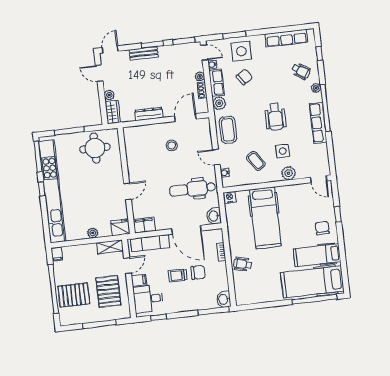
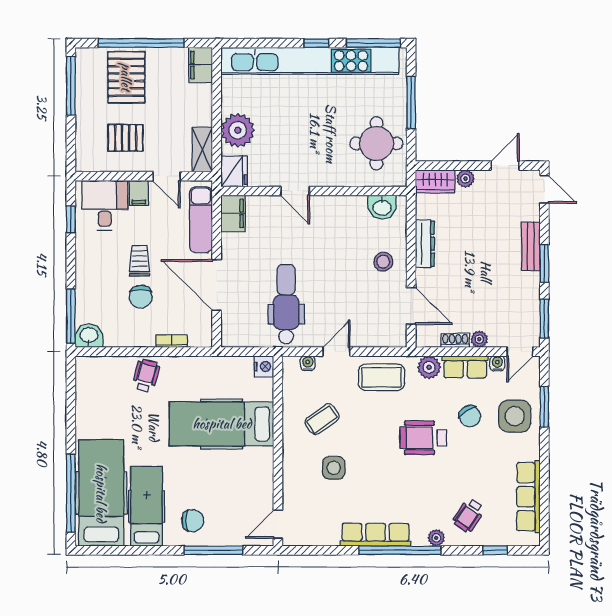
wheelchair: (275, 117) -> (423, 438), moved
stool: (172, 145) -> (383, 262), moved
plant: (288, 173) -> (294, 473), removed
window: (338, 214) -> (213, 550), width x2.17
washbasin: (214, 216) -> (382, 207), moved, turned 180
door: (186, 230) -> (217, 285), hinge flipped
plant: (93, 233) -> (238, 130), width x1.88, depth x1.88
filing cabinet: (57, 254) -> (201, 65), width x2.00
pallet: (108, 291) -> (126, 138), width x0.67, depth x0.71
window: (99, 324) -> (71, 86), moved

